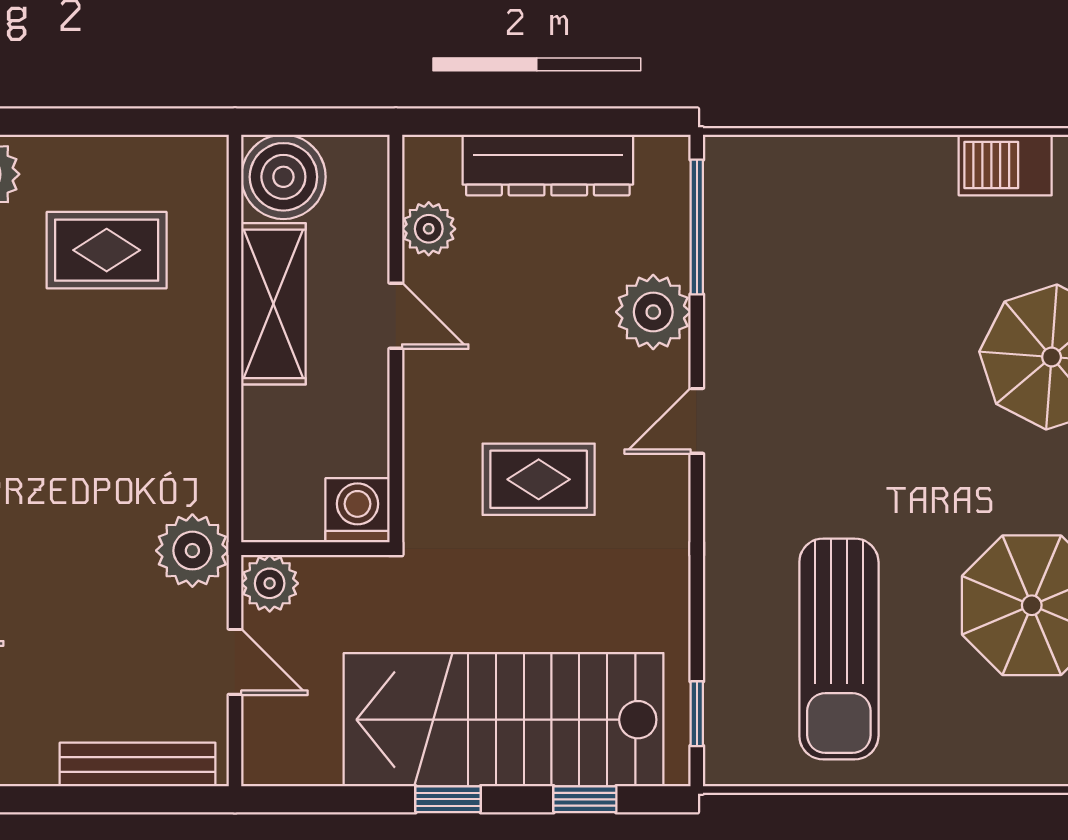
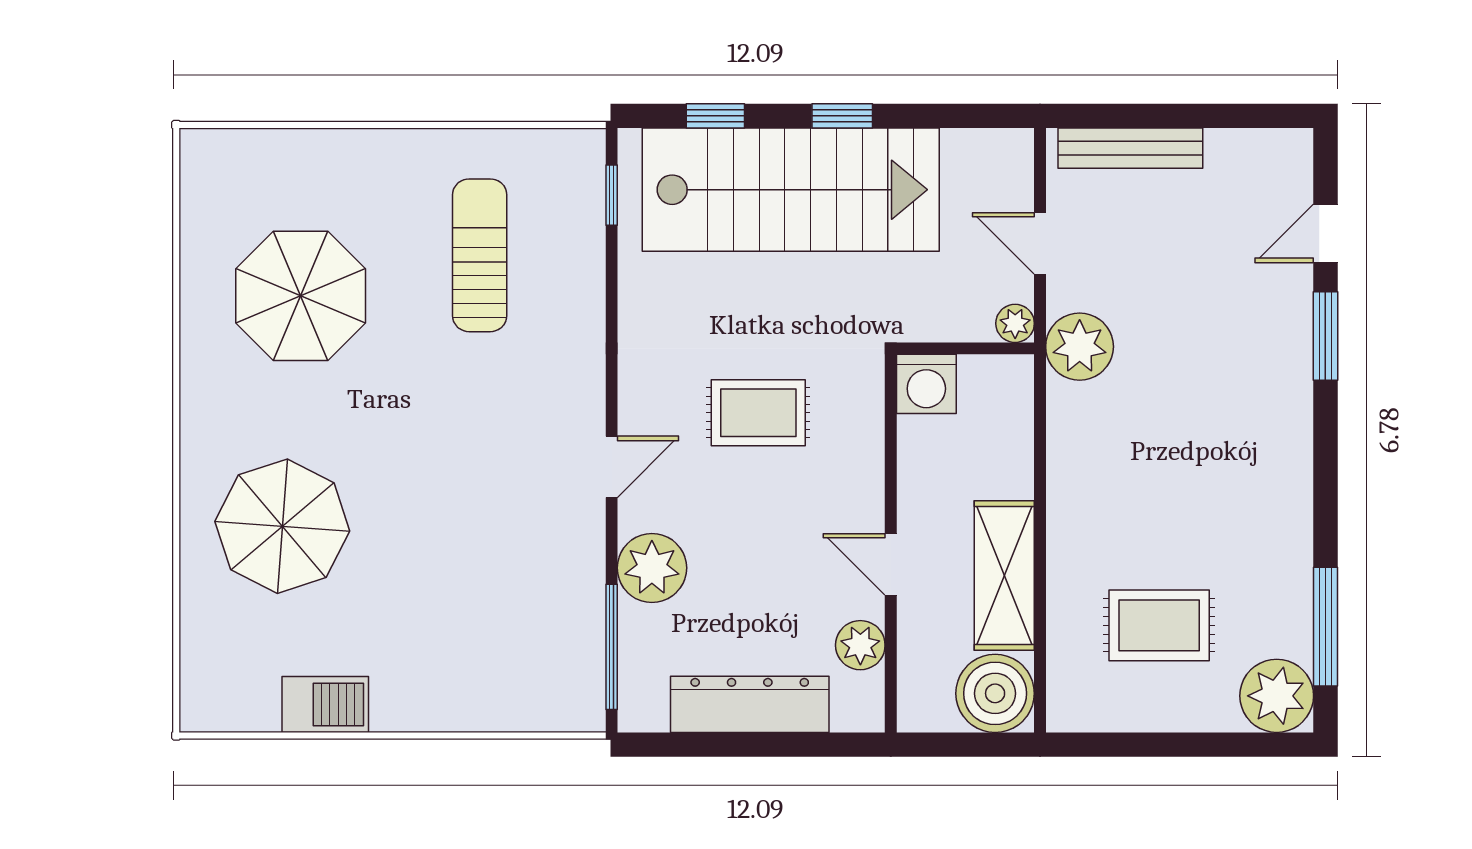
plant: (270, 583) -> (1015, 323), width x0.73, depth x0.73
sun lounger: (839, 649) -> (480, 255), width x0.73, depth x0.75

